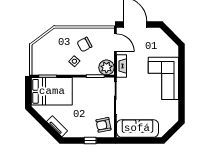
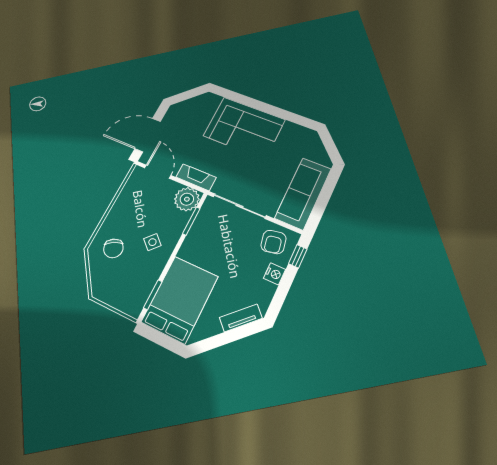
door: (115, 43) -> (158, 172), hinge flipped
chair: (84, 44) -> (113, 248), moved
nightstand: (87, 133) -> (275, 274), added
window: (90, 140) -> (298, 256), moved

